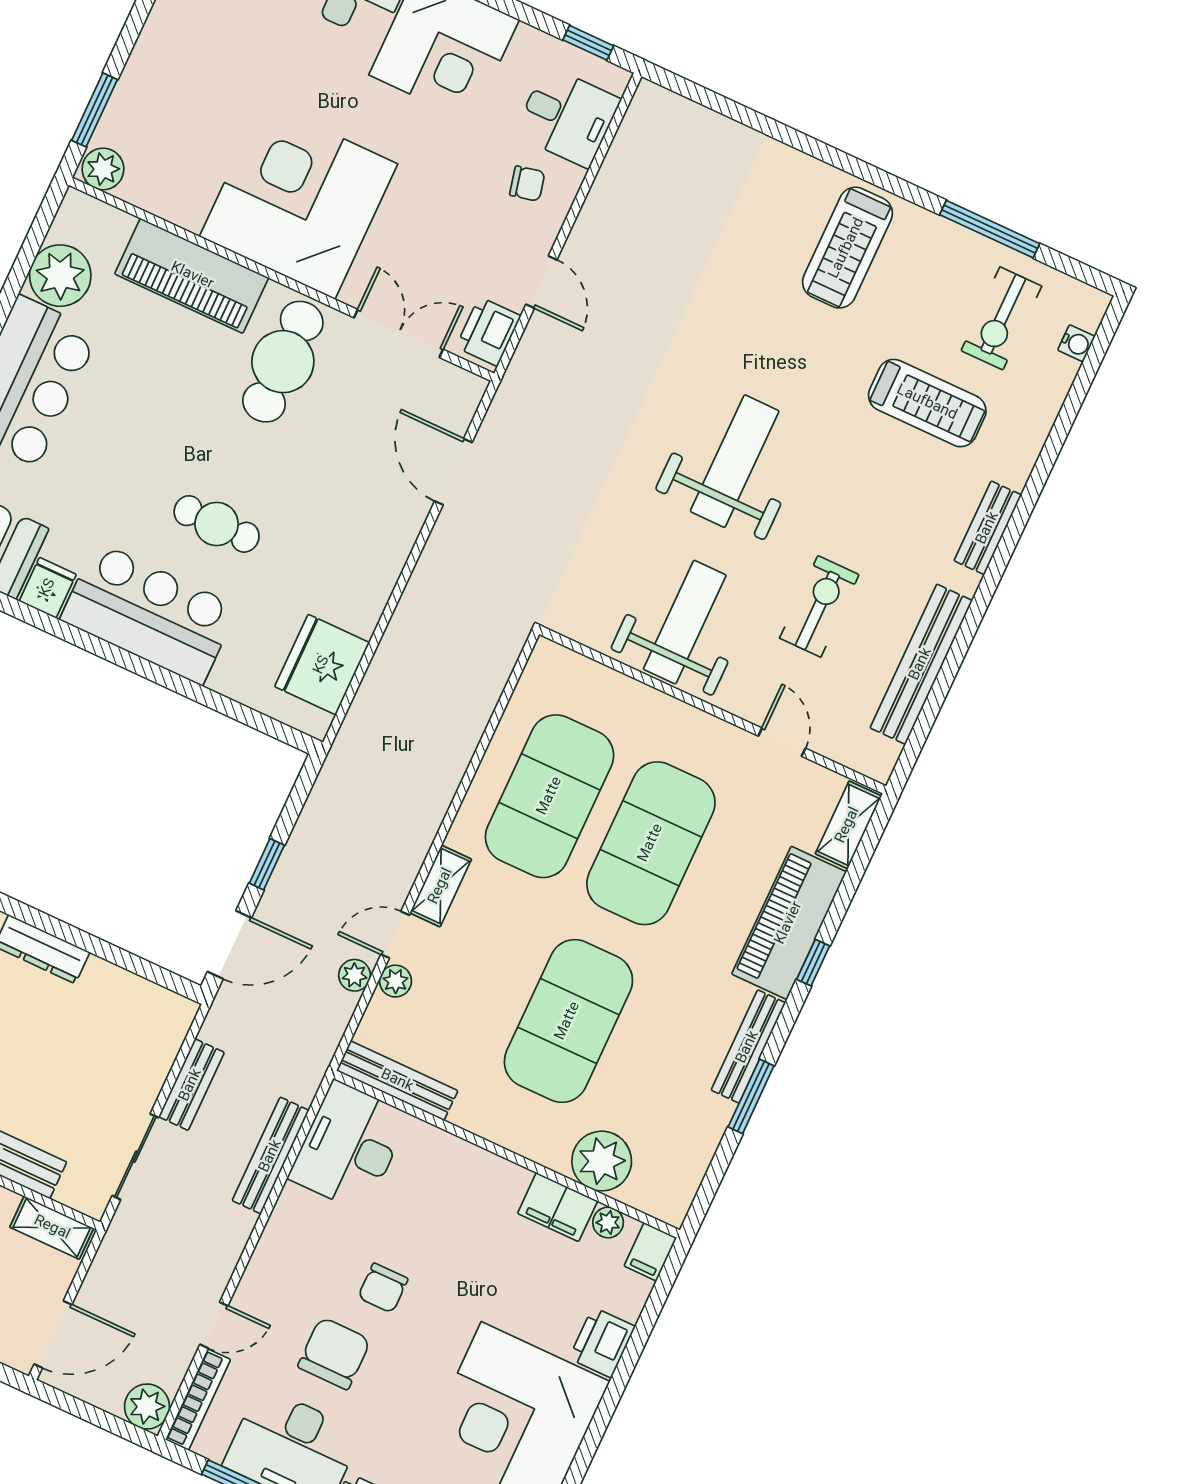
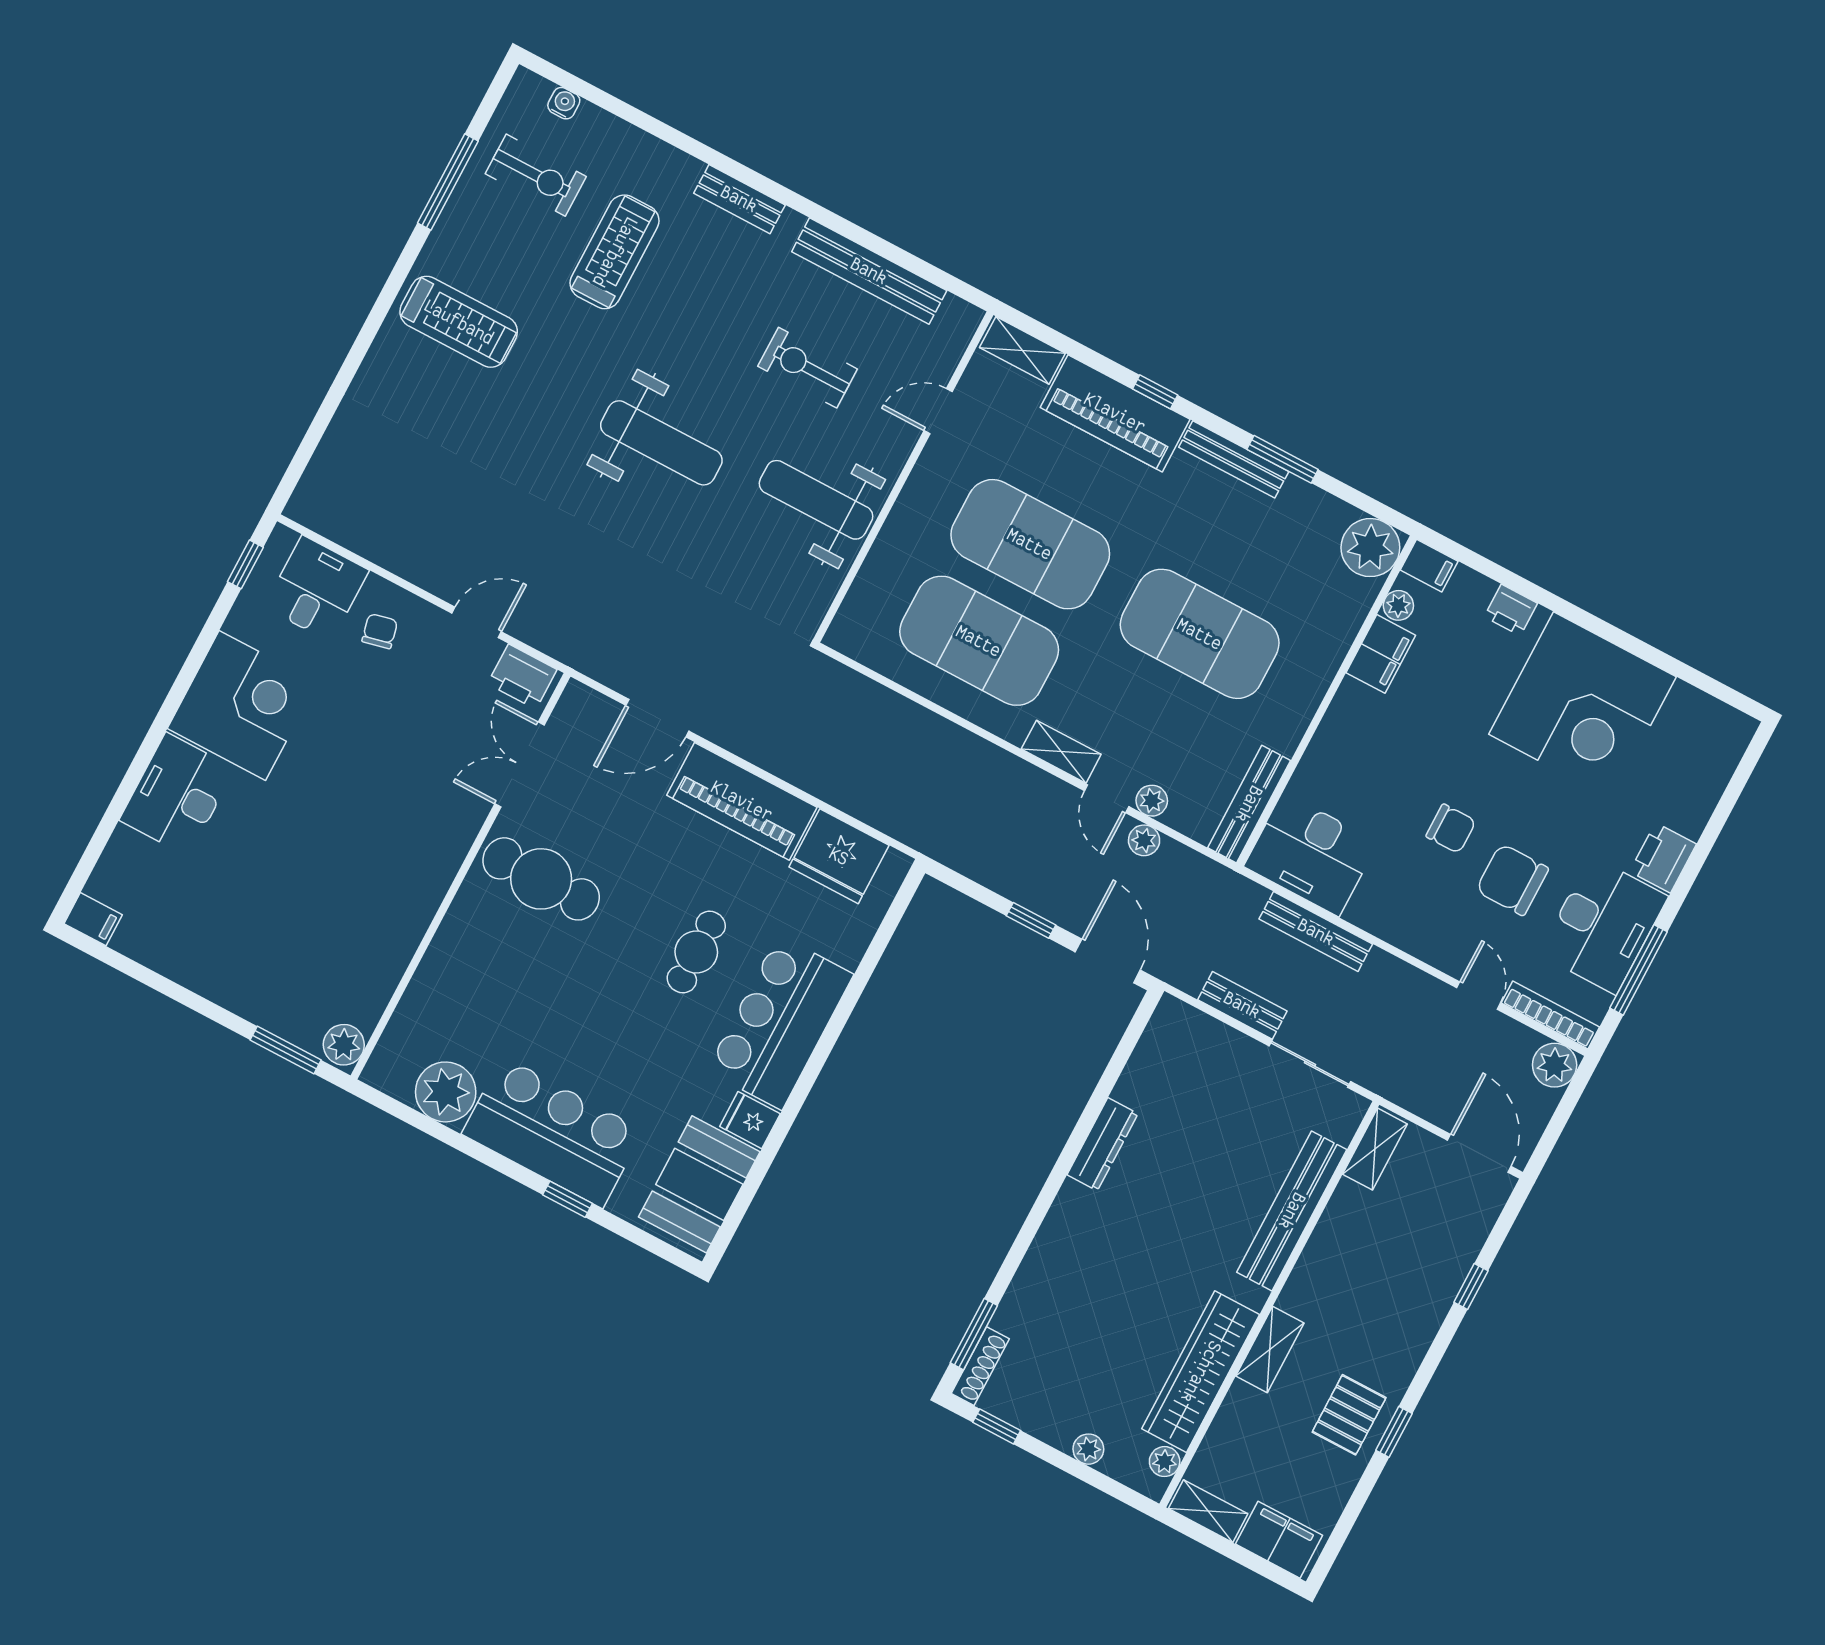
corner desk: (299, 200) -> (384, 855), removed
piano: (192, 276) -> (742, 801), moved, turned 90
weight bench: (735, 461) -> (661, 443), turned 180
plant: (602, 1161) -> (1370, 548), moved
printer: (602, 1342) -> (1511, 610), width x0.73, depth x0.81

